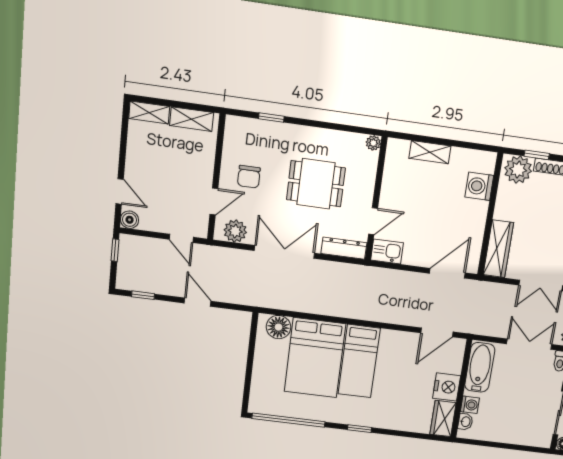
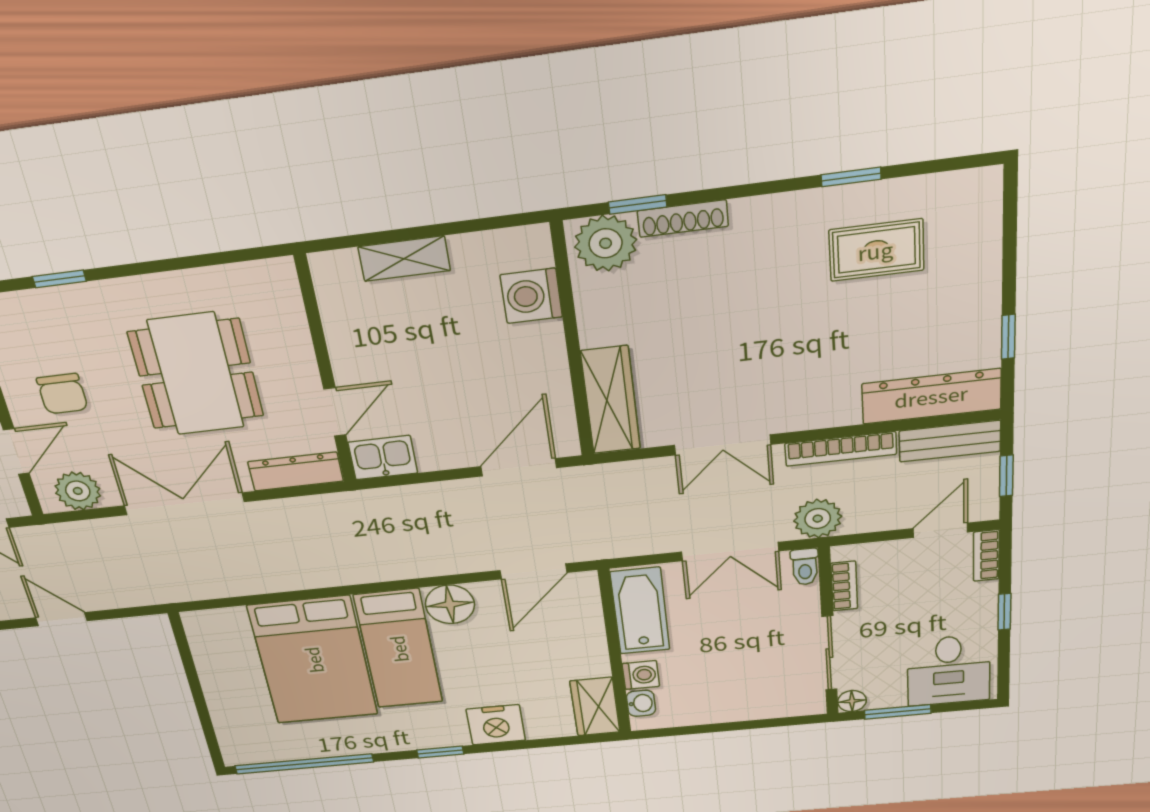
plant: (373, 143) -> (281, 272), removed
dining table: (316, 184) -> (196, 374), width x1.38
floor lamp: (278, 327) -> (450, 604), moved
double door: (529, 344) -> (730, 552), swing flipped
nightstand: (447, 387) -> (496, 725), moved, turned 90

